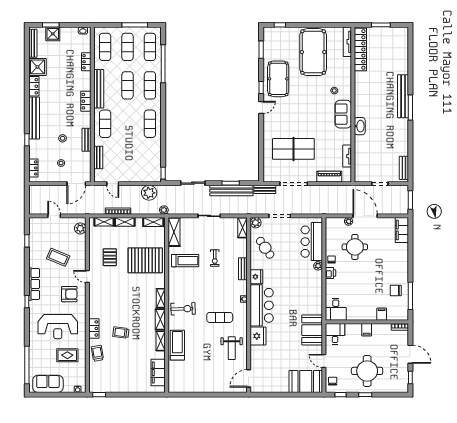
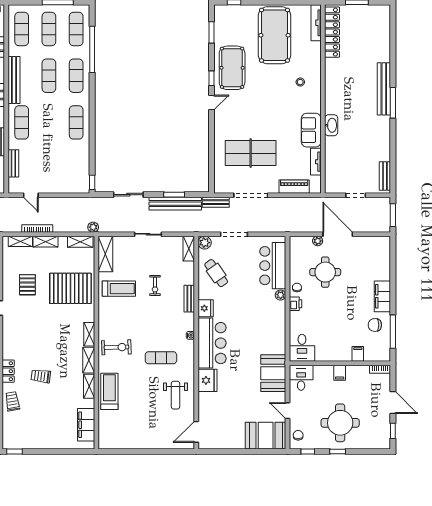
sofa: (343, 114) -> (311, 130), moved
plant: (149, 193) -> (75, 206), removed
filing cabinet: (402, 230) -> (382, 296), moved

